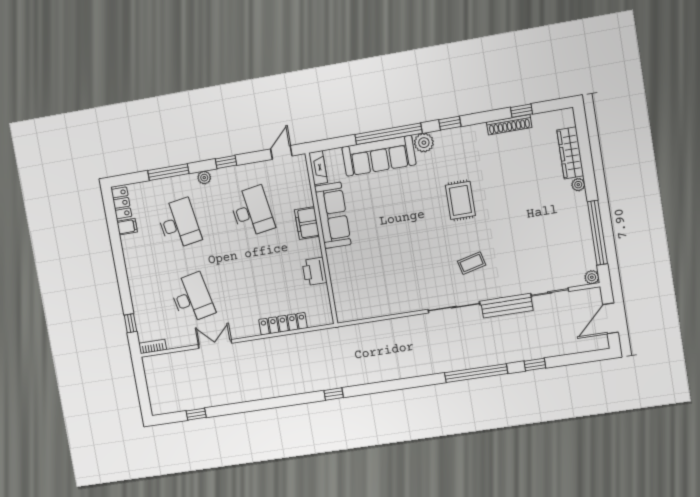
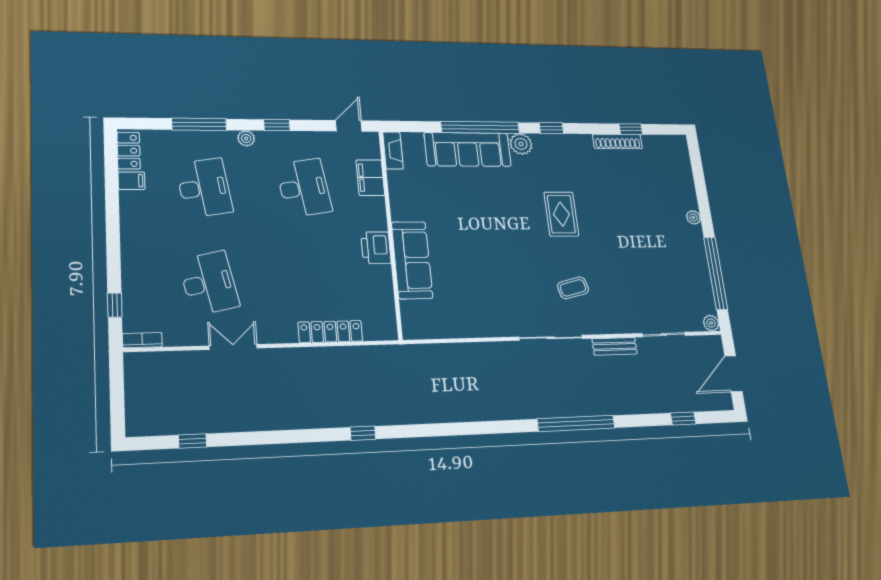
wardrobe: (570, 153) -> (684, 182), removed
sofa: (333, 215) -> (412, 260), moved
filing cabinet: (307, 223) -> (370, 178), moved
printer: (314, 271) -> (376, 248), moved
bench: (507, 308) -> (615, 346), width x0.73
window: (535, 365) -> (683, 419), moved
window: (334, 394) -> (363, 433), moved

